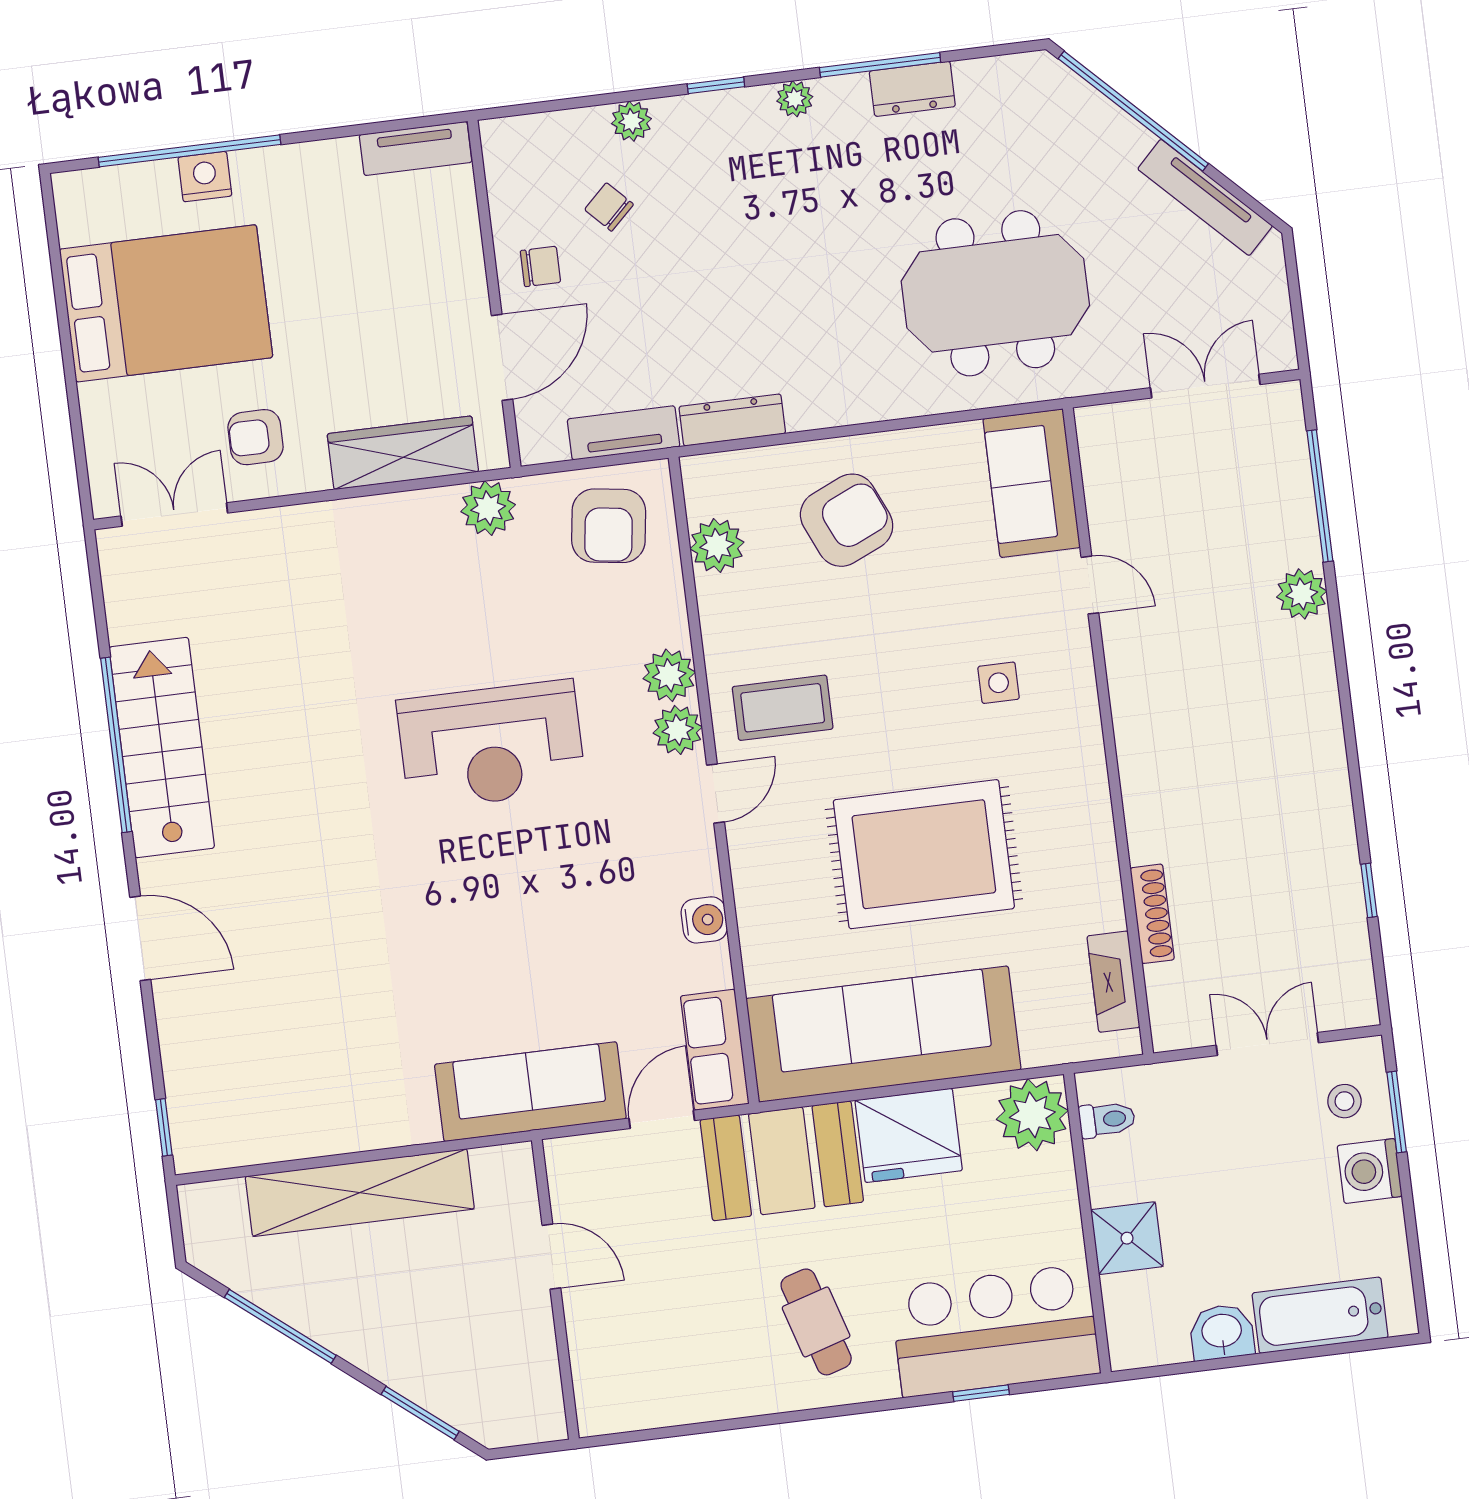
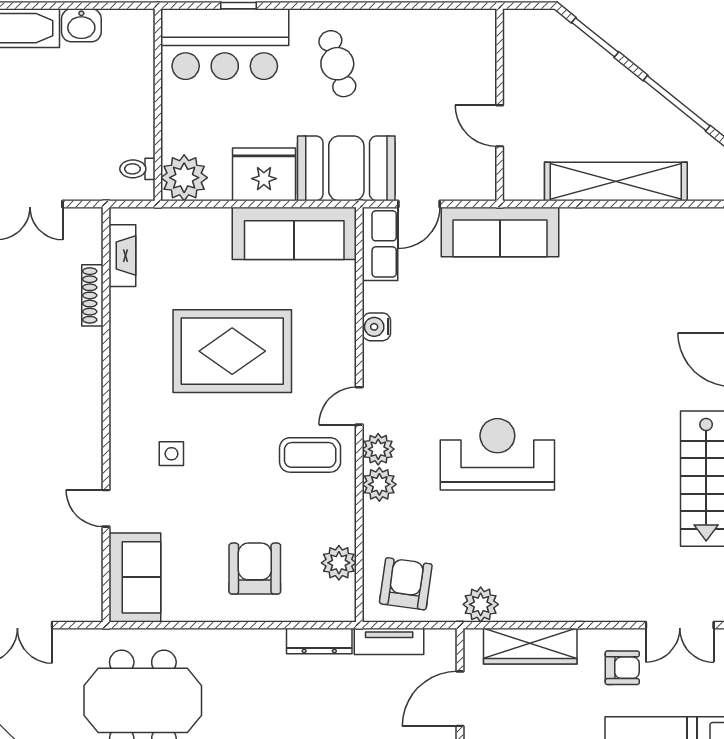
armchair: (847, 520) -> (255, 569), turned 114
sofa: (883, 1034) -> (294, 233), width x0.74, depth x0.79
shower: (1127, 1238) -> (134, 92), removed

